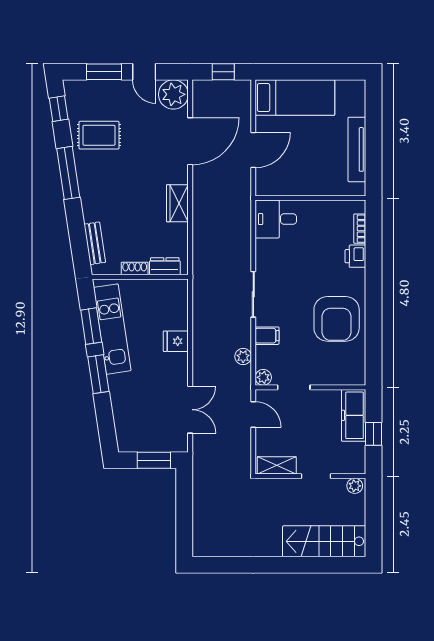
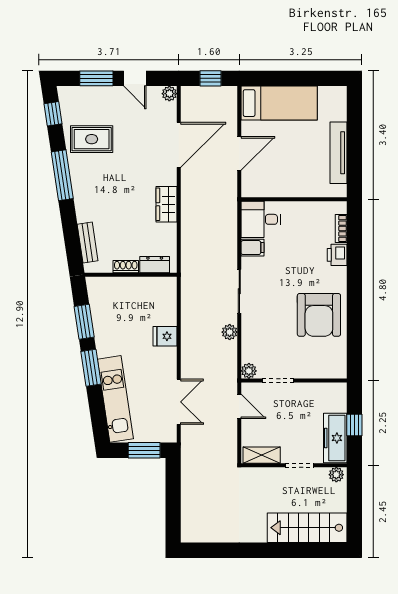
plant: (173, 94) -> (169, 94), width x0.53, depth x0.53
kitchen unit: (112, 329) -> (115, 399), moved
filing cabinet: (267, 336) -> (252, 248), moved
plant: (243, 357) -> (230, 332), moved
freezer: (354, 415) -> (335, 438), moved

